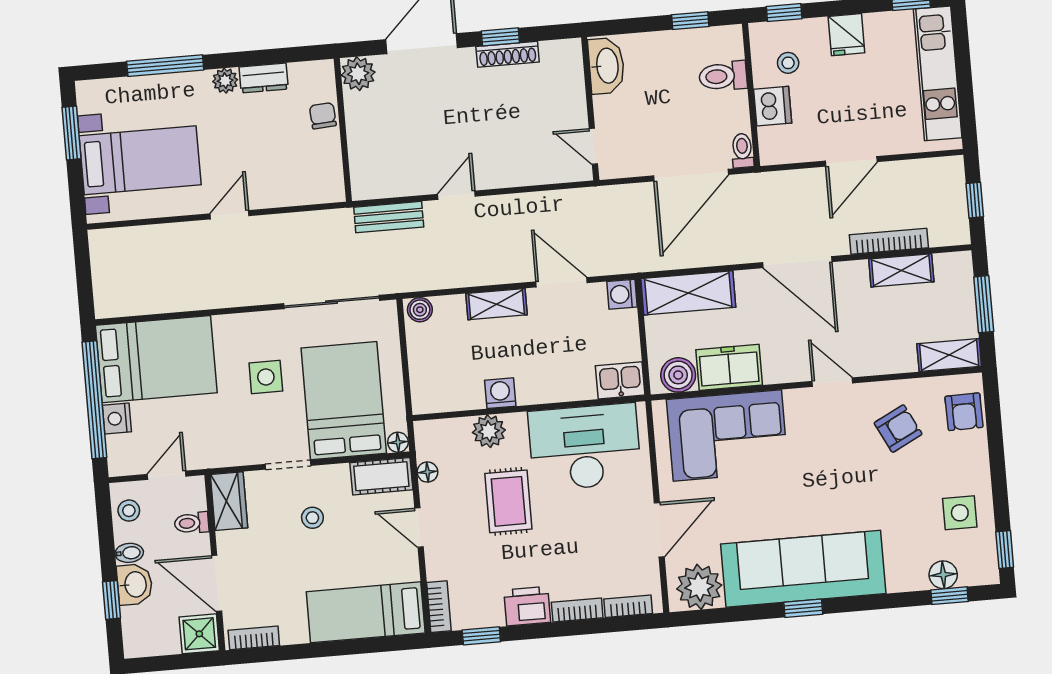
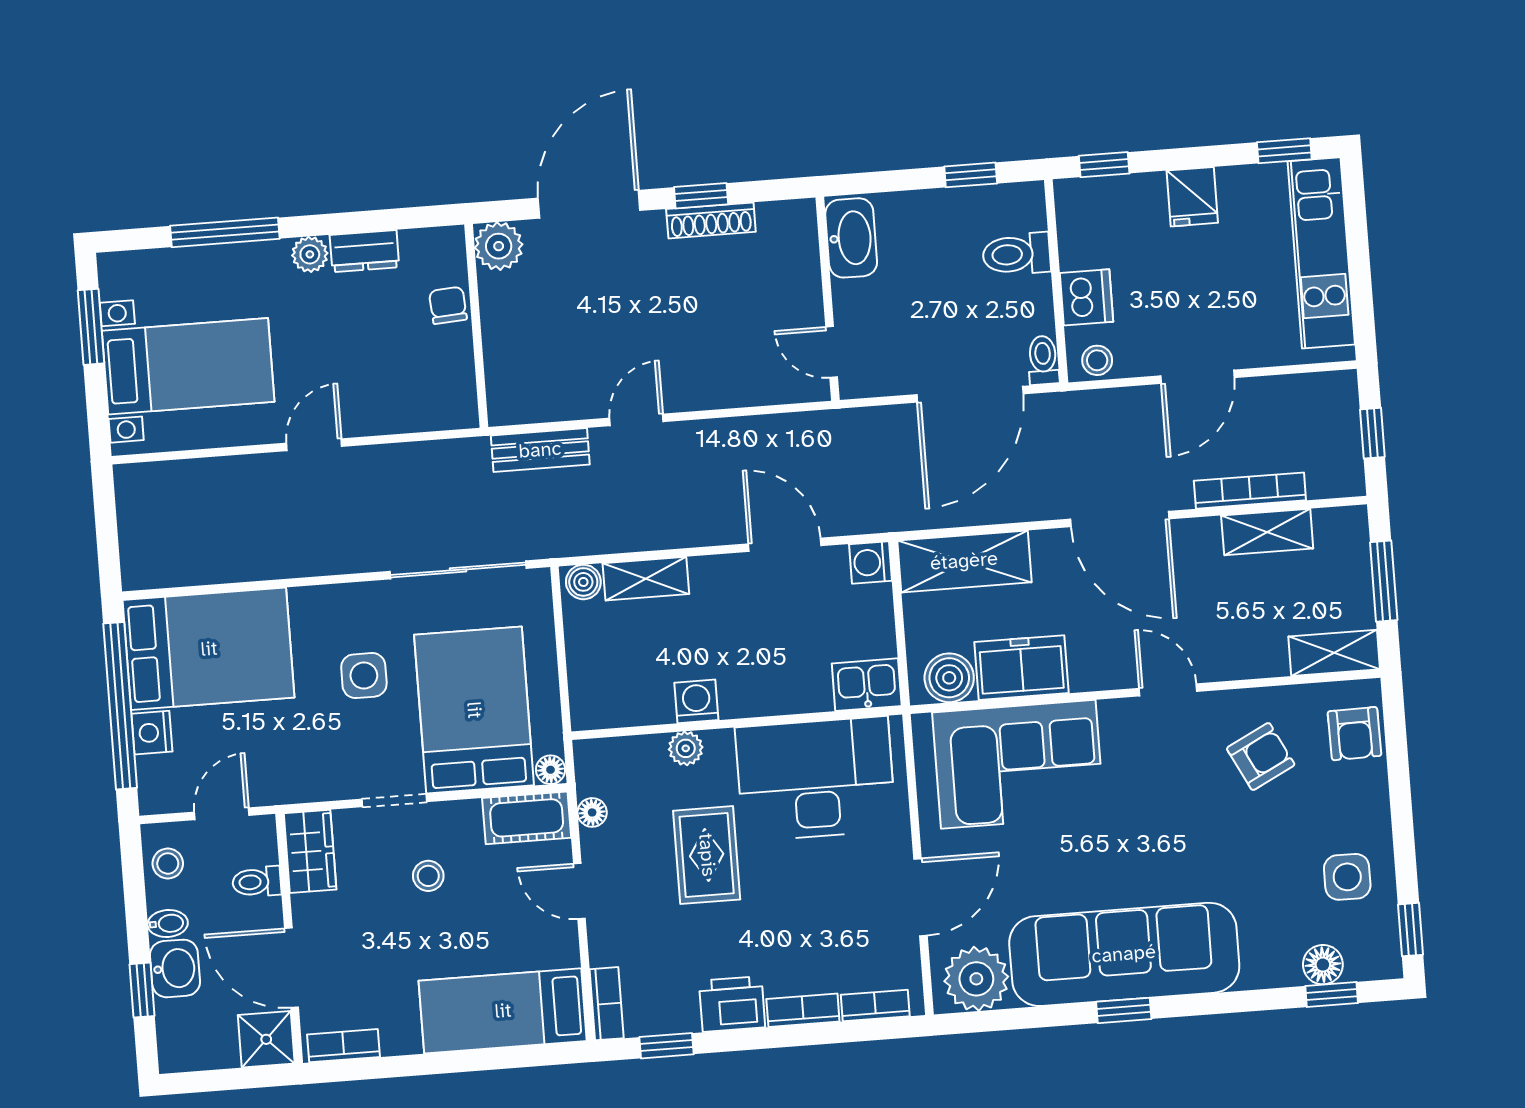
stool: (788, 63) -> (1097, 360), moved
shelving: (496, 304) -> (646, 579), moved
plant: (489, 431) -> (686, 748), width x0.73, depth x0.73

